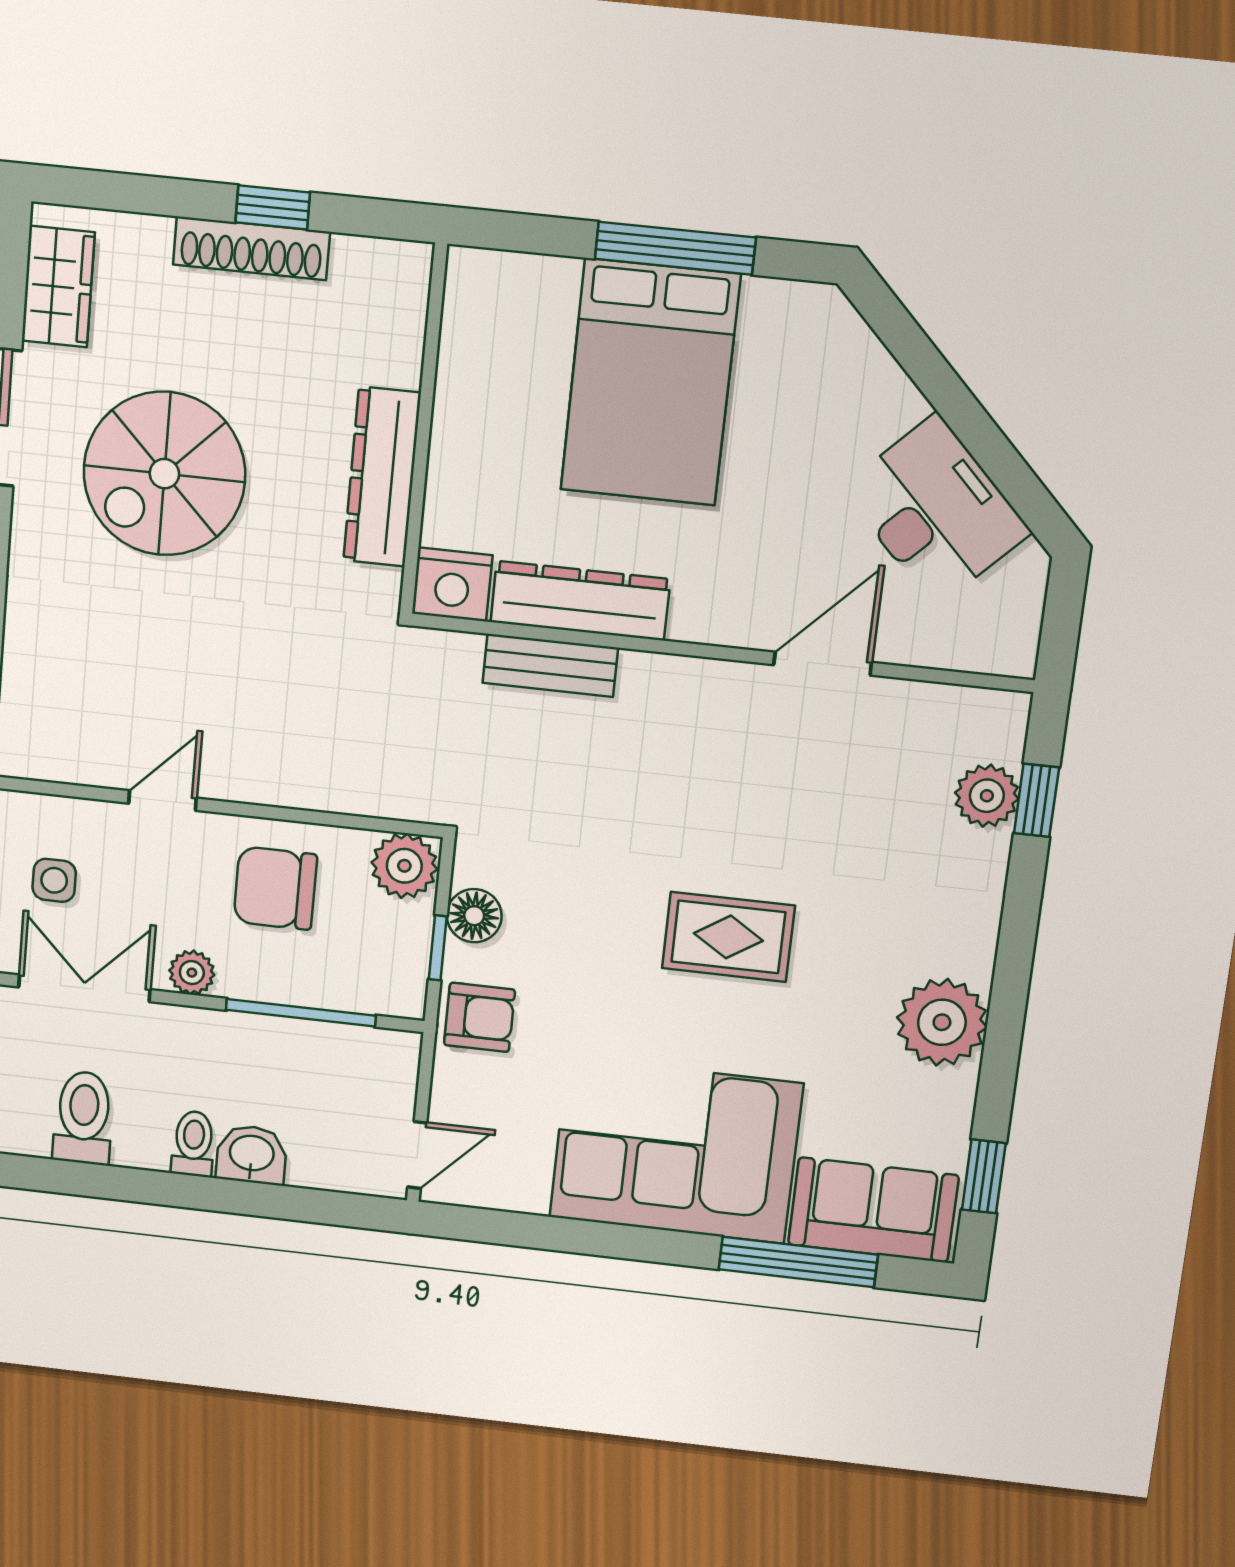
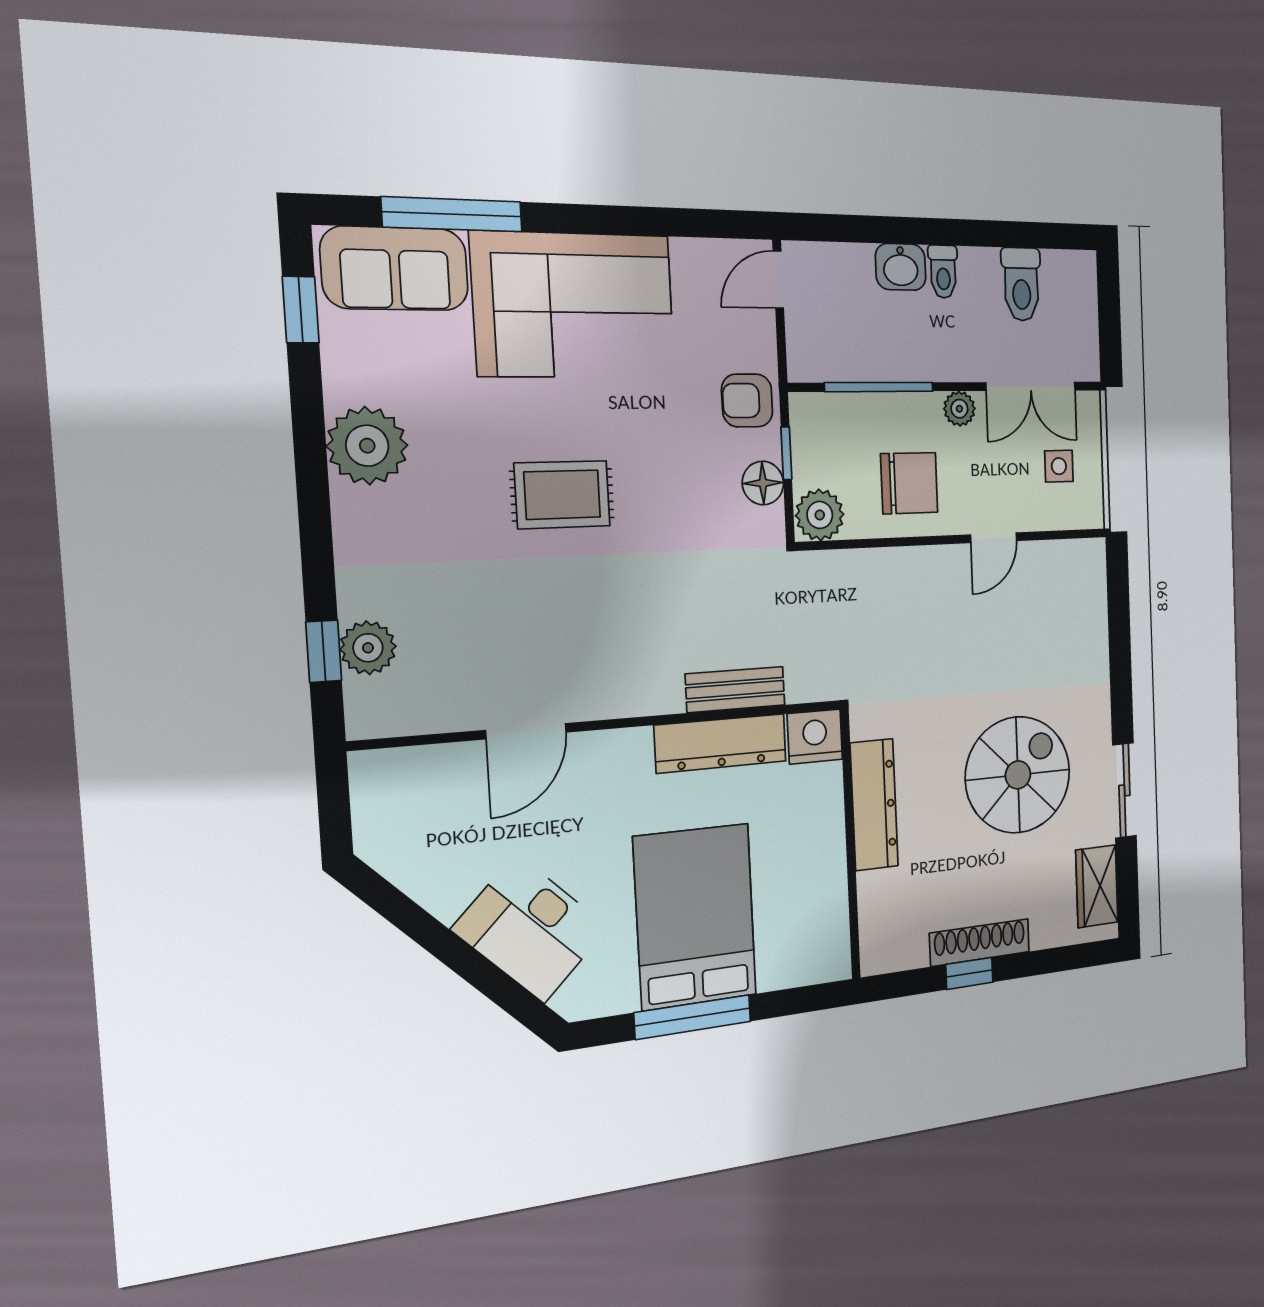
desk: (936, 511) -> (530, 929), moved

